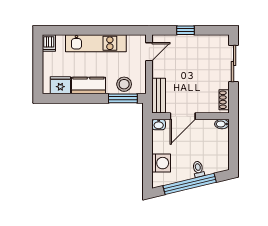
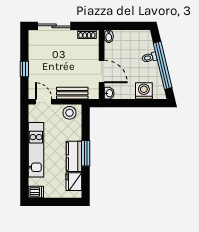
stool: (124, 84) -> (69, 113), moved
bench: (159, 95) -> (72, 93), moved
window: (123, 98) -> (86, 153), moved

